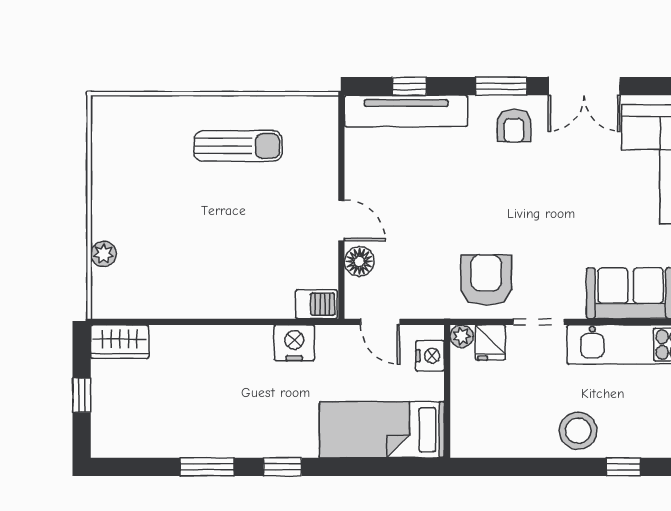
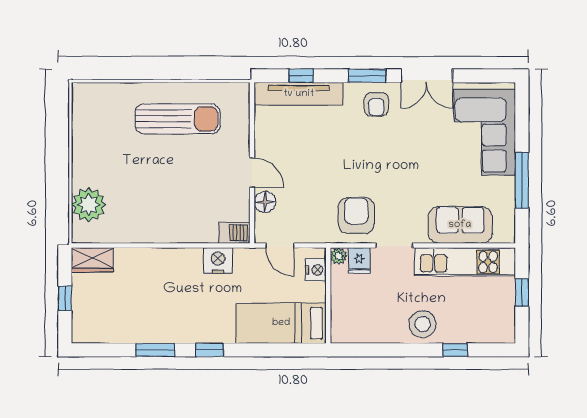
sun lounger: (238, 146) -> (178, 119), width x1.36, depth x1.34
plant: (103, 254) -> (89, 205), width x1.87, depth x1.87

